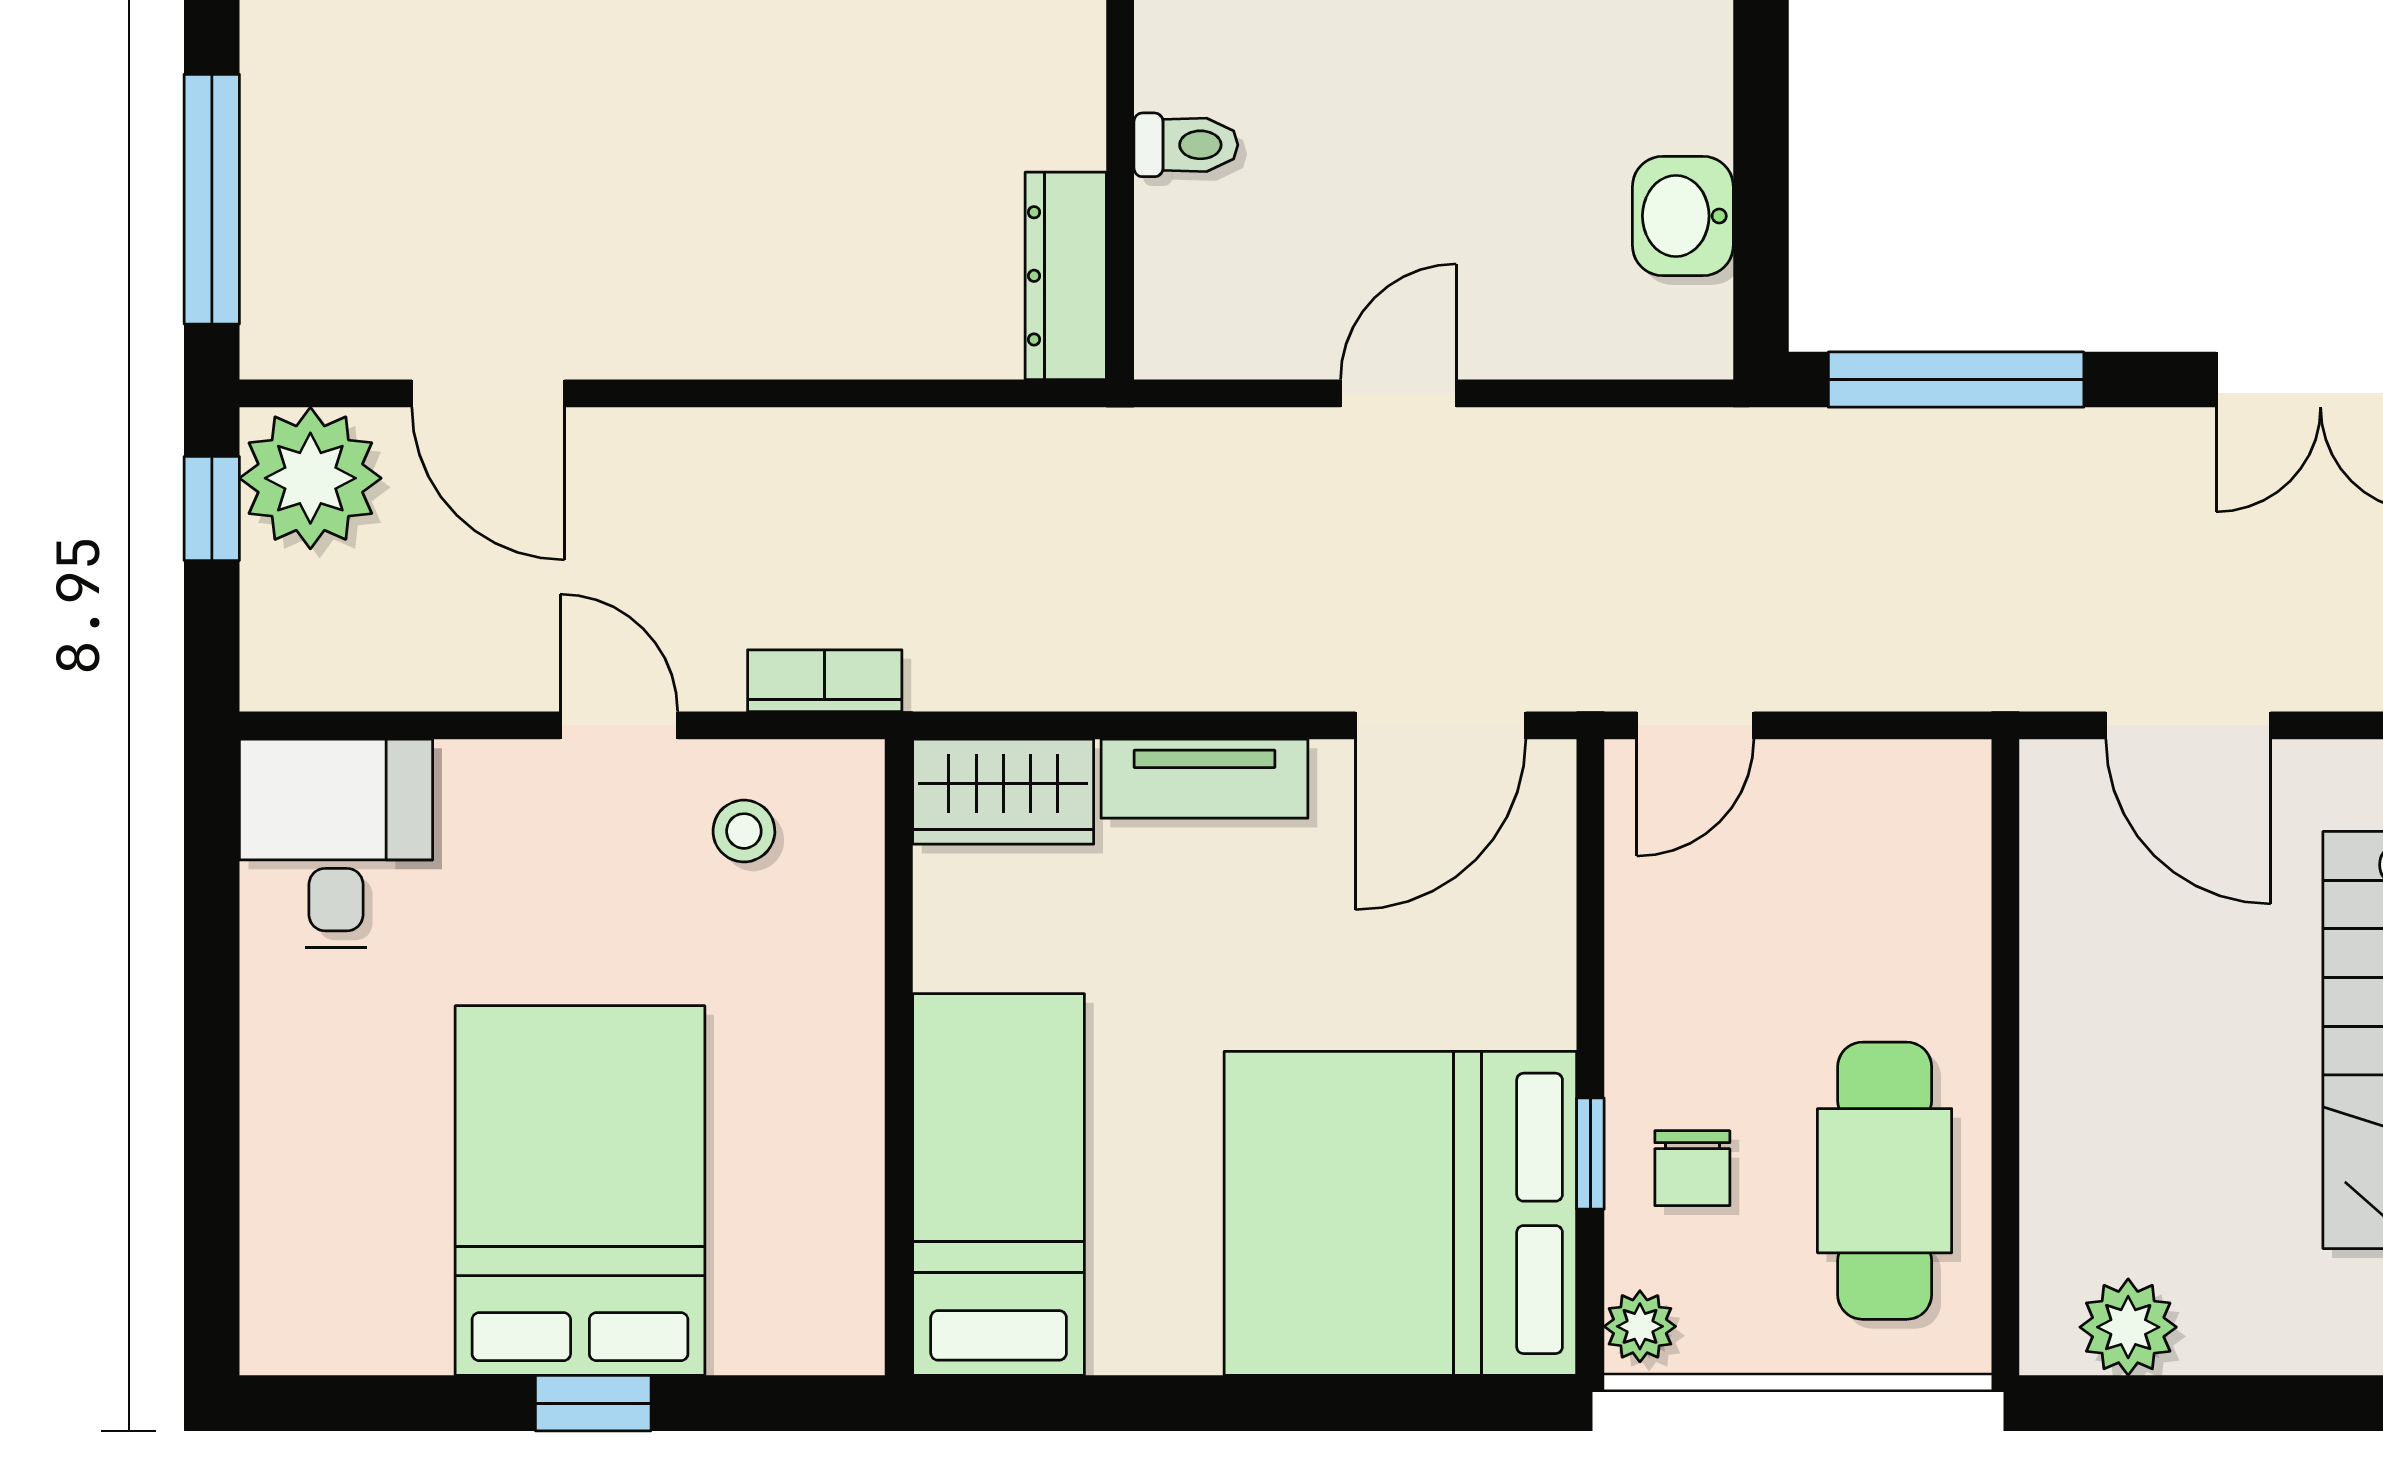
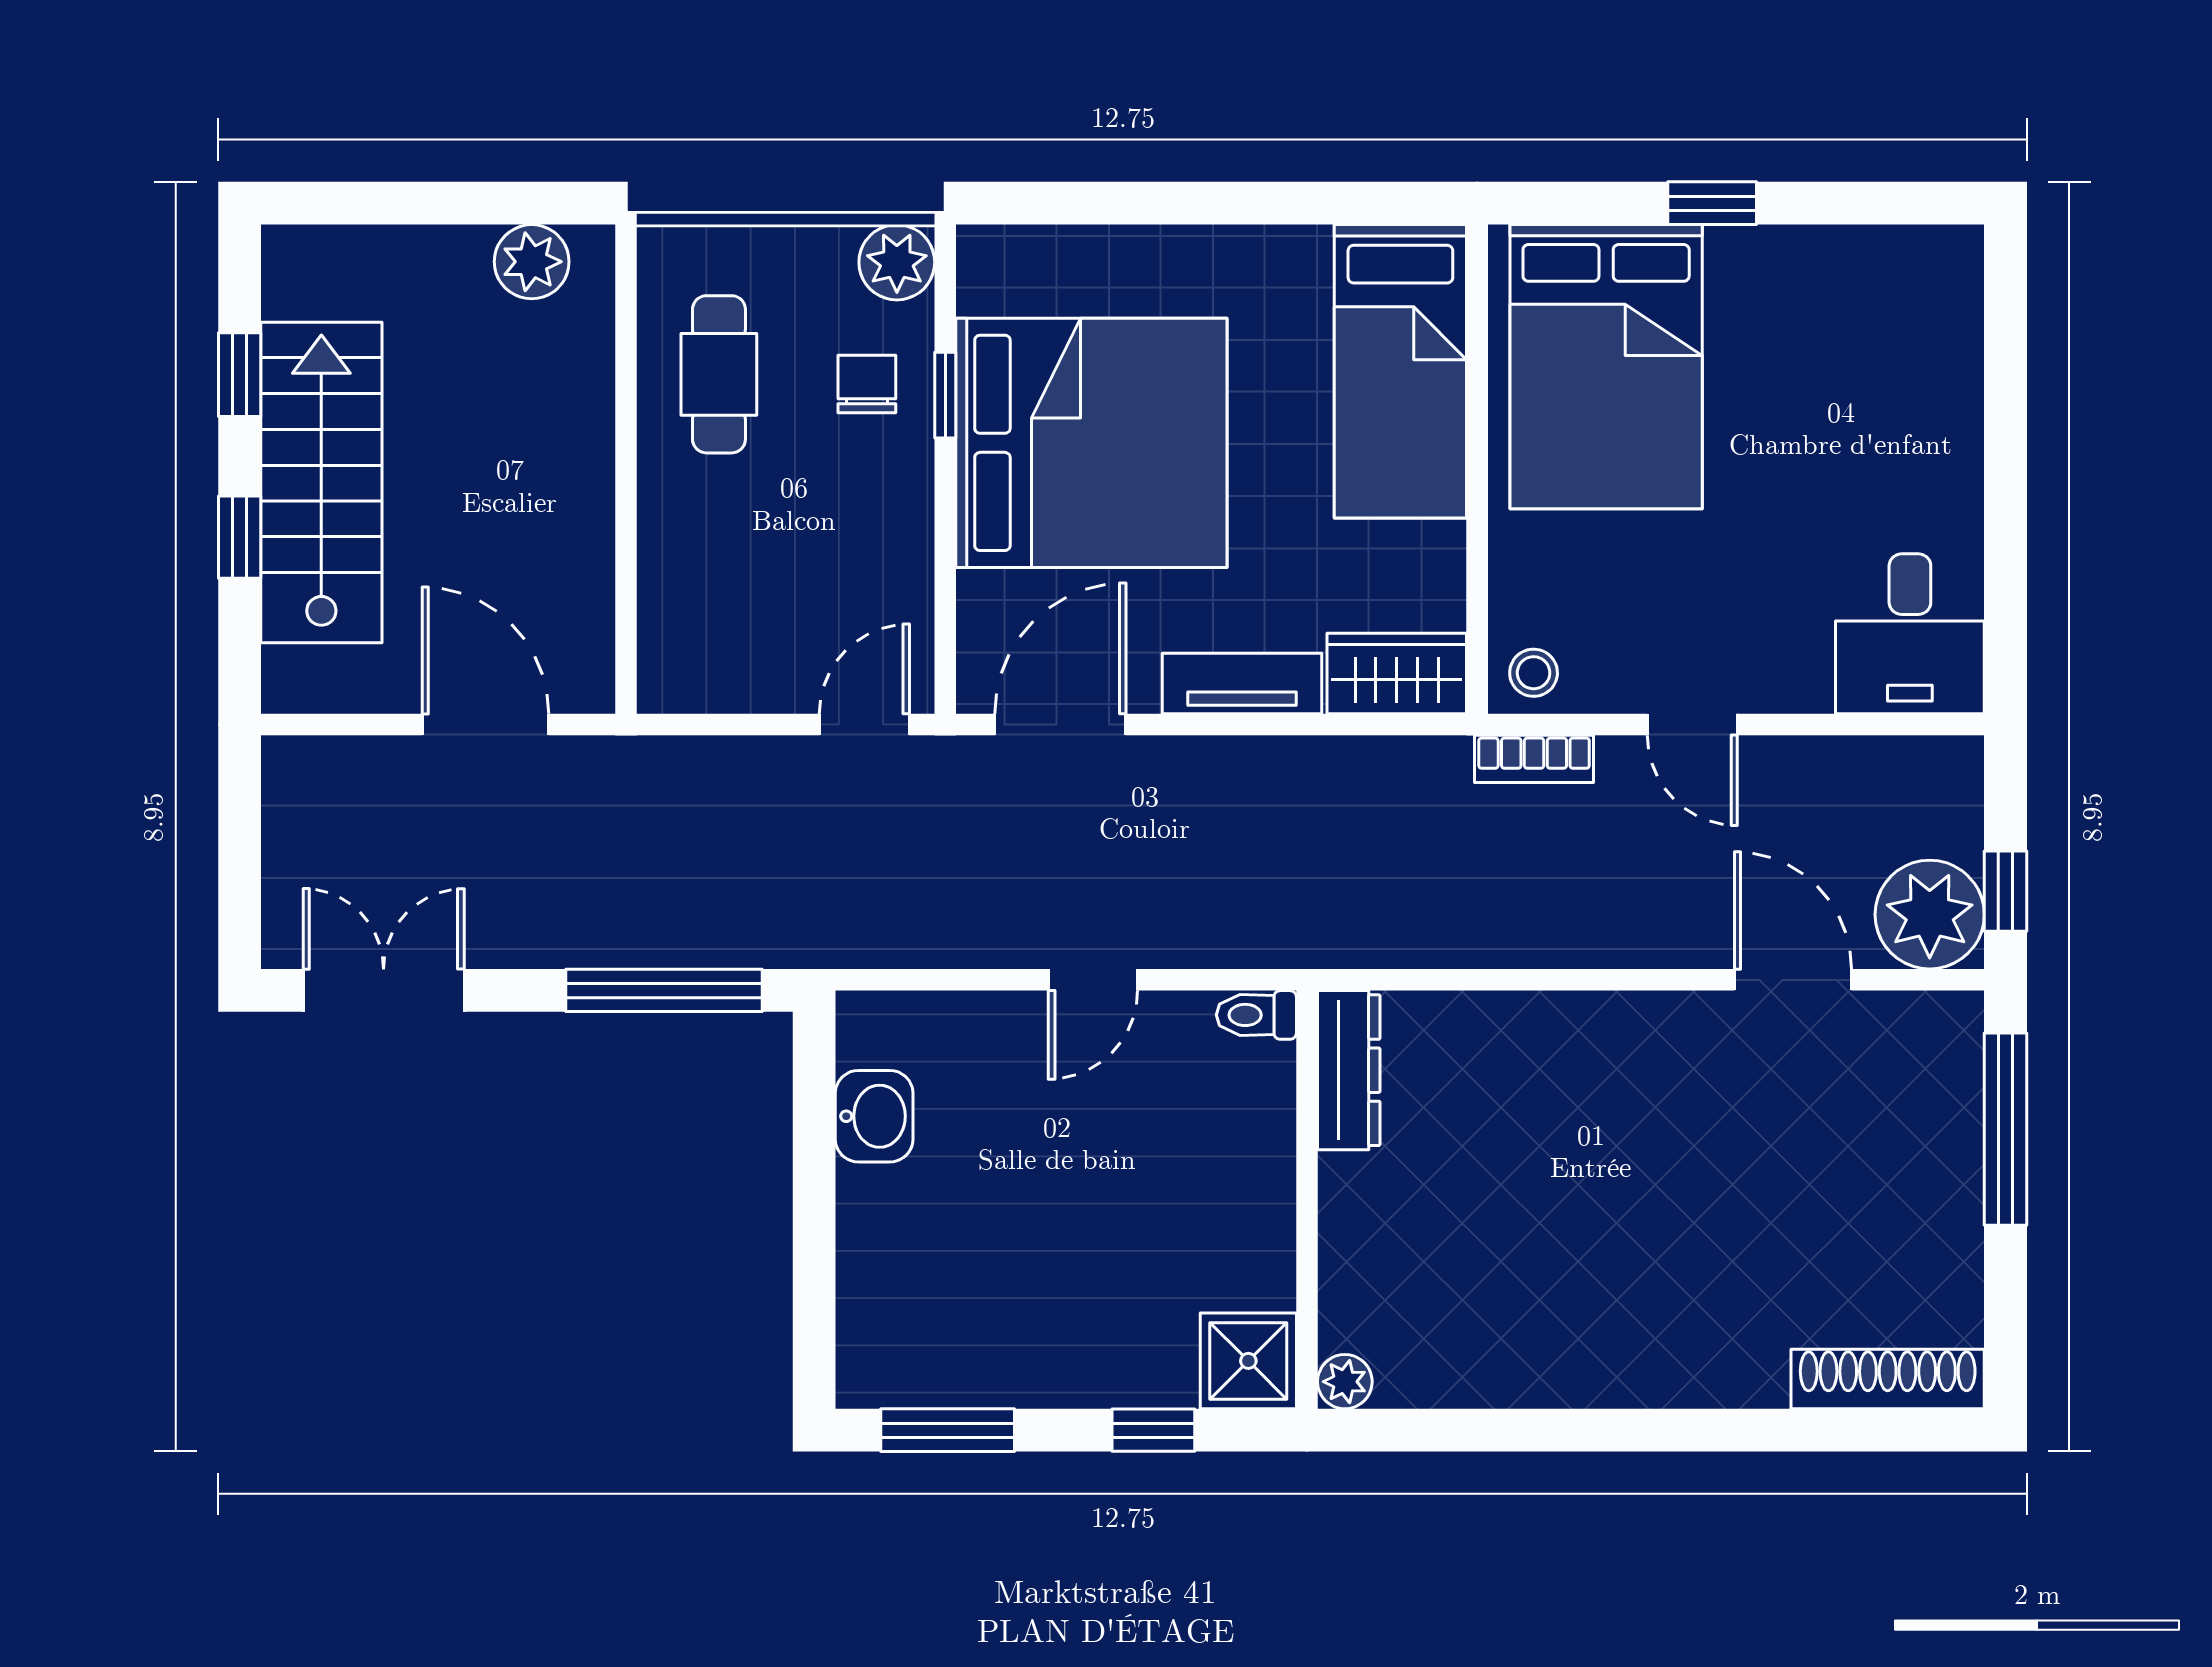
toilet: (1186, 145) -> (1256, 1015), moved
stool: (744, 831) -> (1534, 673), moved
cafe table: (1885, 1181) -> (719, 374), width x0.73, depth x0.74
bed: (580, 1191) -> (1606, 367), moved
bed: (1400, 1213) -> (1091, 443), moved
plant: (1640, 1326) -> (897, 262), width x1.38, depth x1.38

